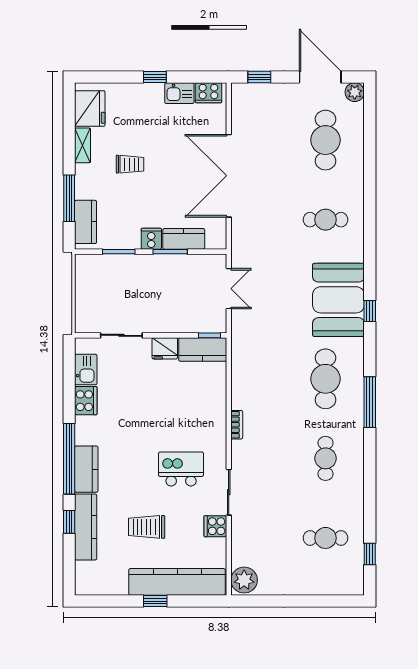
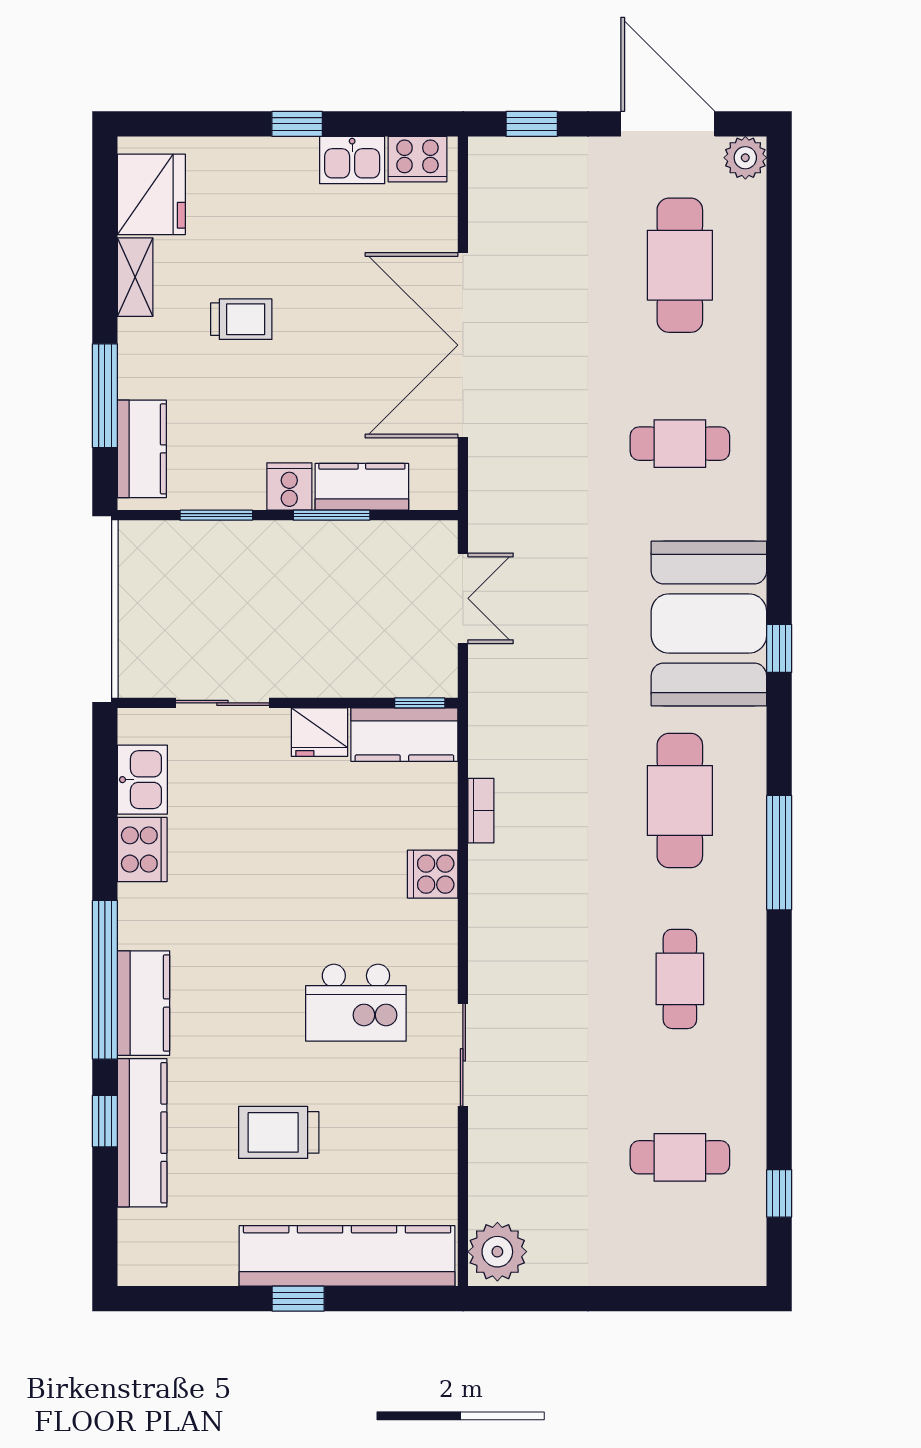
bookcase: (237, 425) -> (481, 811), moved
kitchen island: (181, 469) -> (356, 1003), turned 180
cooker: (215, 526) -> (433, 874), moved

